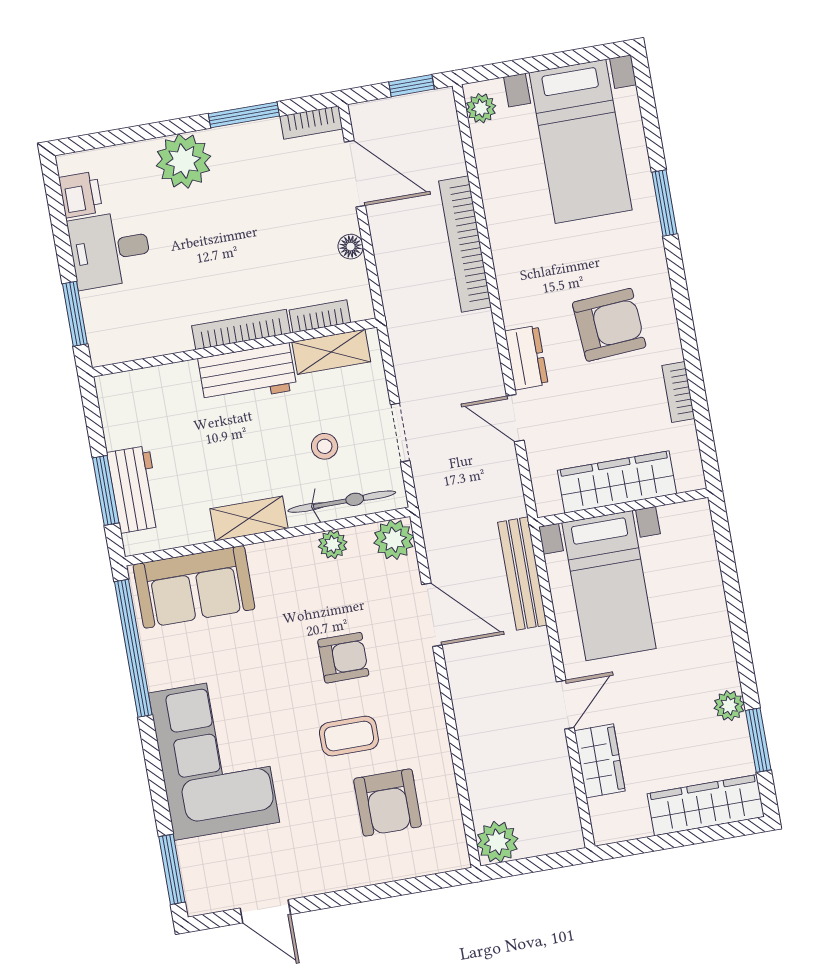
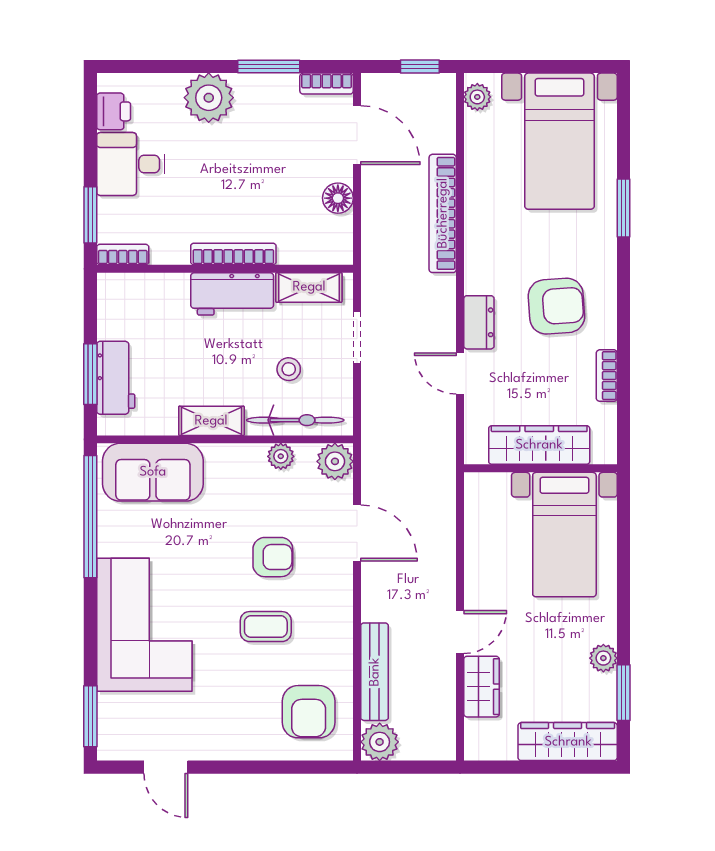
floor lamp: (351, 247) -> (338, 198), width x1.37, depth x1.37
bookcase: (320, 316) -> (123, 255), moved
doorway: (400, 433) -> (357, 338), moved
bench: (522, 574) -> (375, 672), moved
bed with nightstands: (609, 586) -> (564, 535), moved
armchair: (388, 802) -> (309, 712), moved

